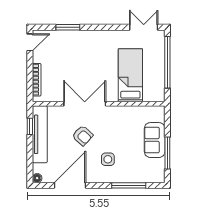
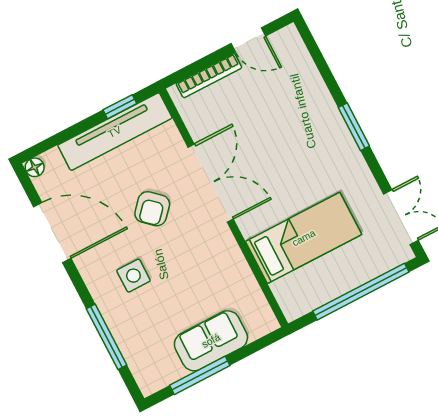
window: (68, 27) -> (354, 127), moved
door: (30, 42) -> (248, 40), moved

